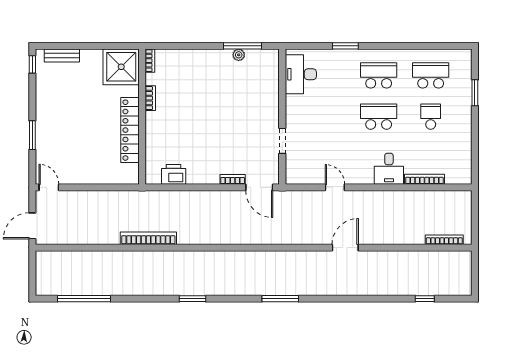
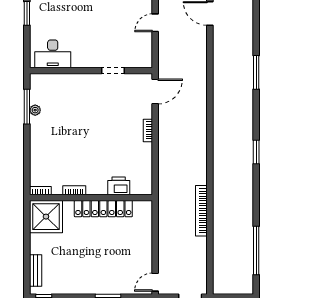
printer: (174, 174) -> (119, 186), moved, turned 90
bookcase: (233, 179) -> (148, 130), moved
bookcase: (148, 238) -> (201, 211), moved

